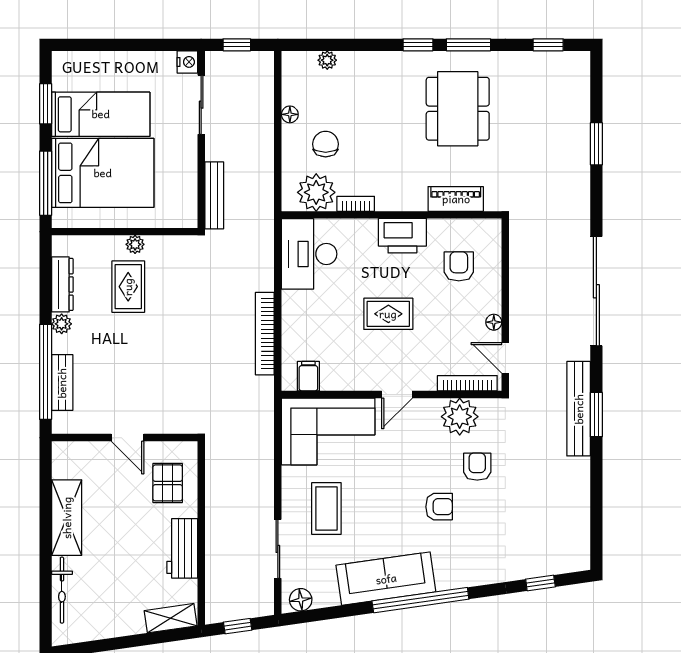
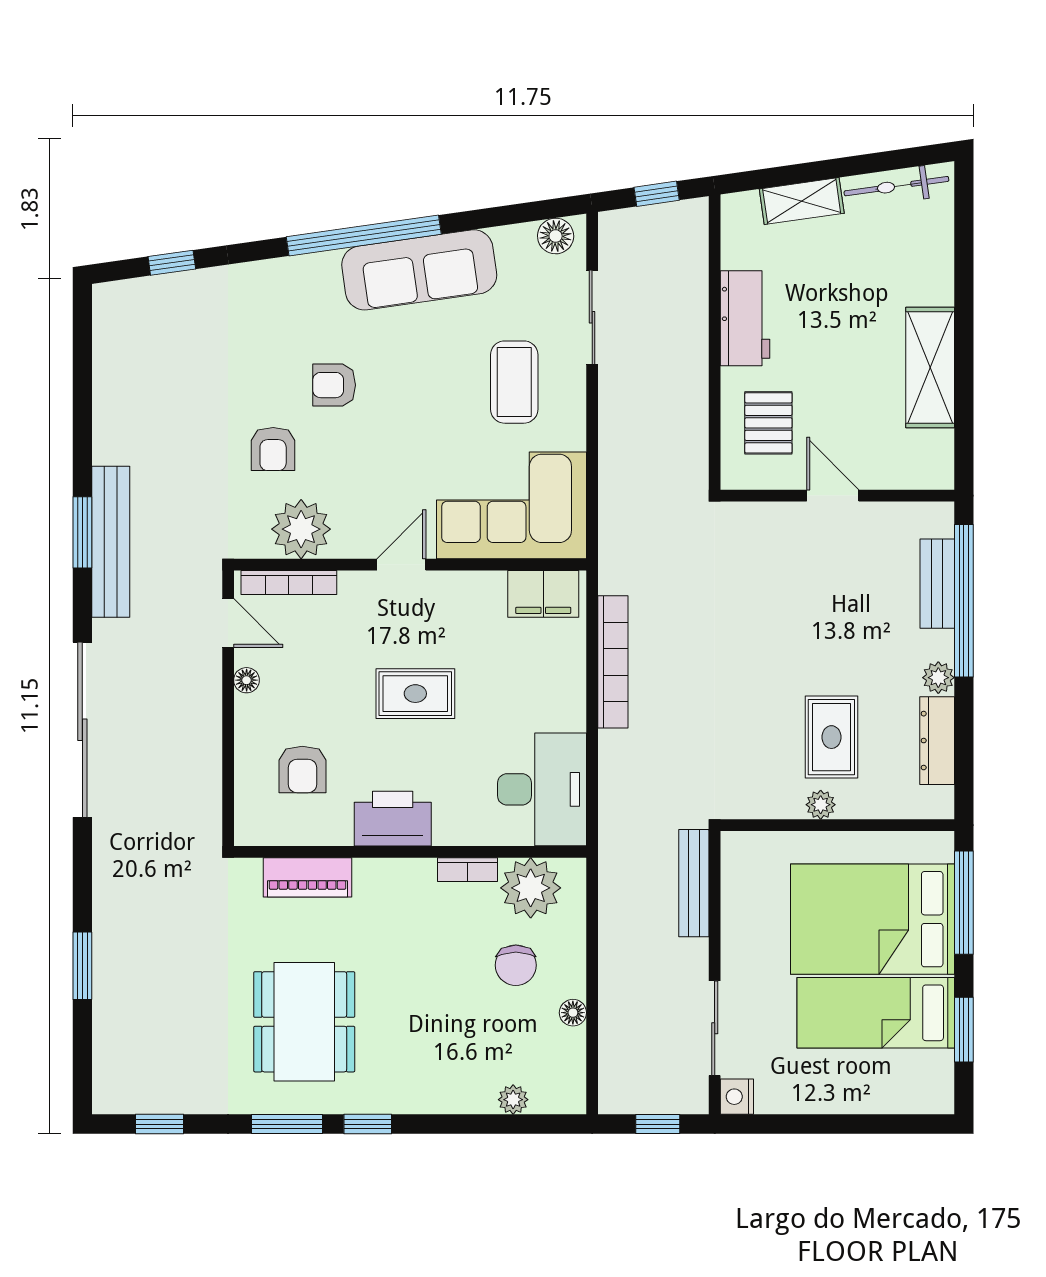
filing cabinet: (308, 376) -> (543, 594), width x2.00
bicycle: (62, 590) -> (896, 186), moved, turned -98
shelving: (171, 618) -> (802, 201), moved

